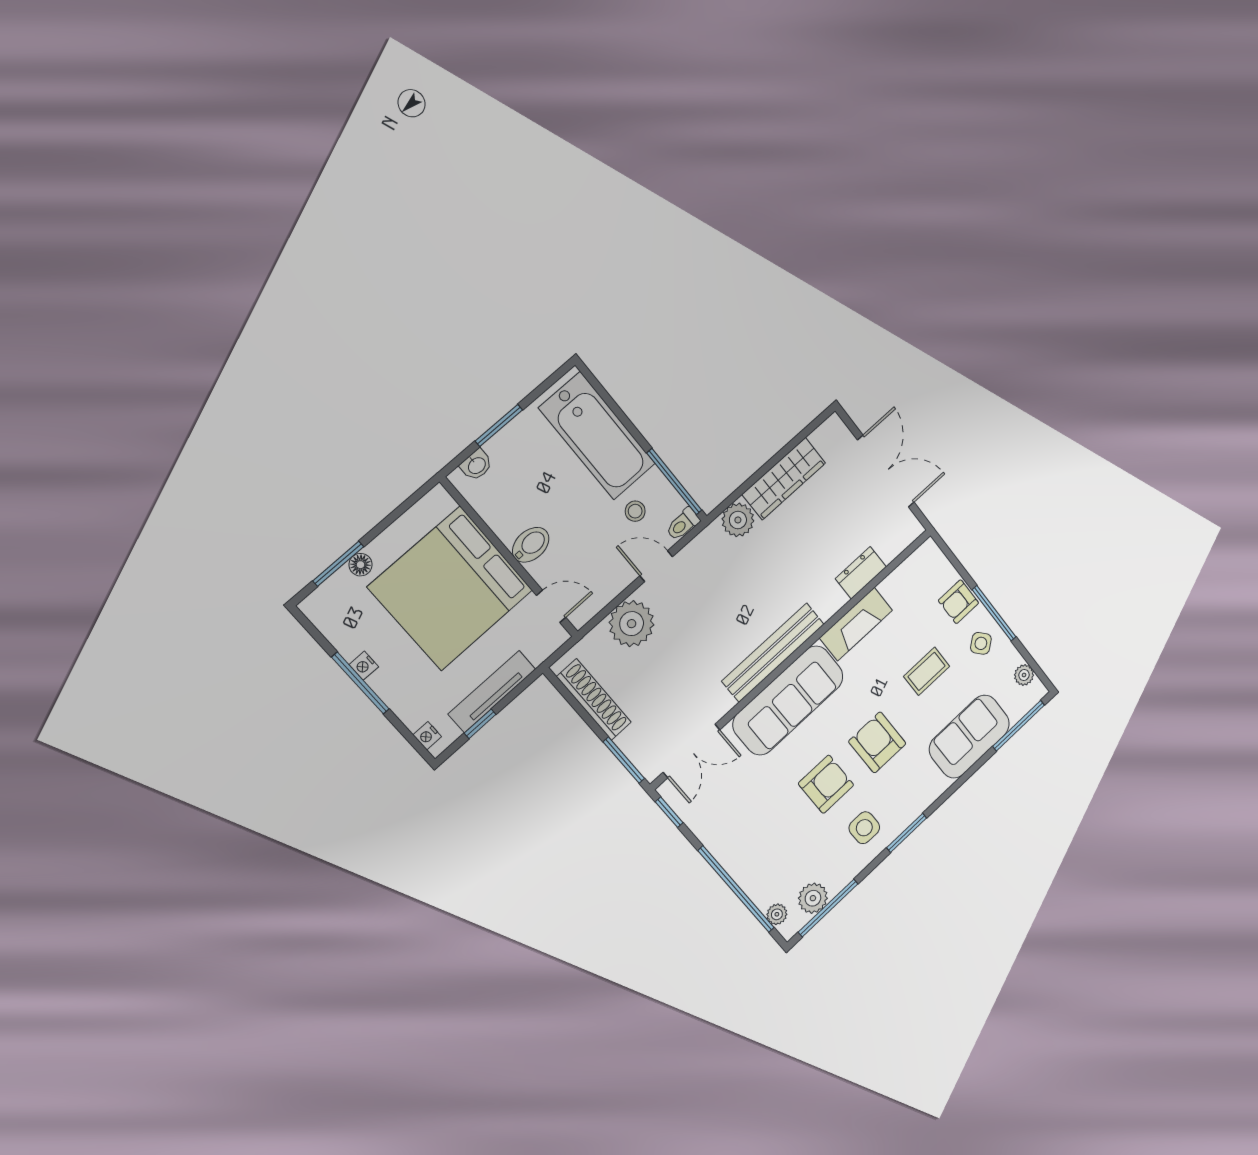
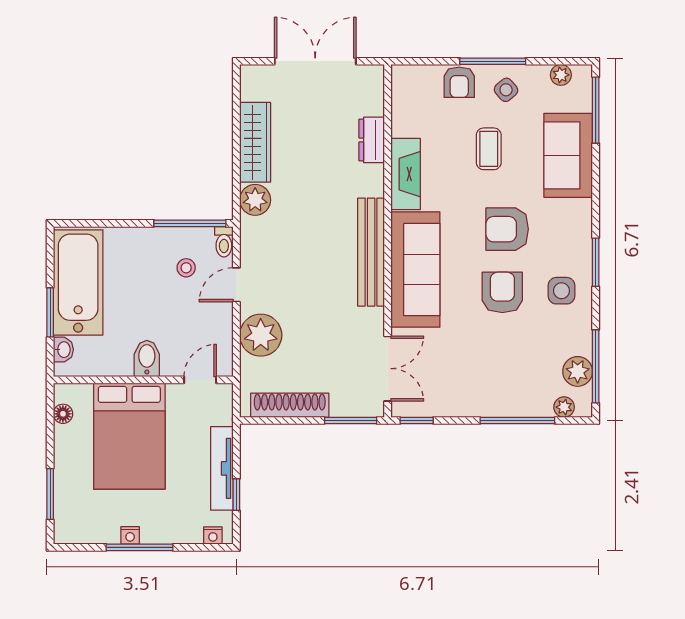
bathtub: (597, 436) -> (78, 282), moved, turned -90
floor lamp: (361, 565) -> (63, 414), moved
bed: (451, 589) -> (129, 436), width x0.73
window: (736, 889) -> (517, 420), width x0.68

